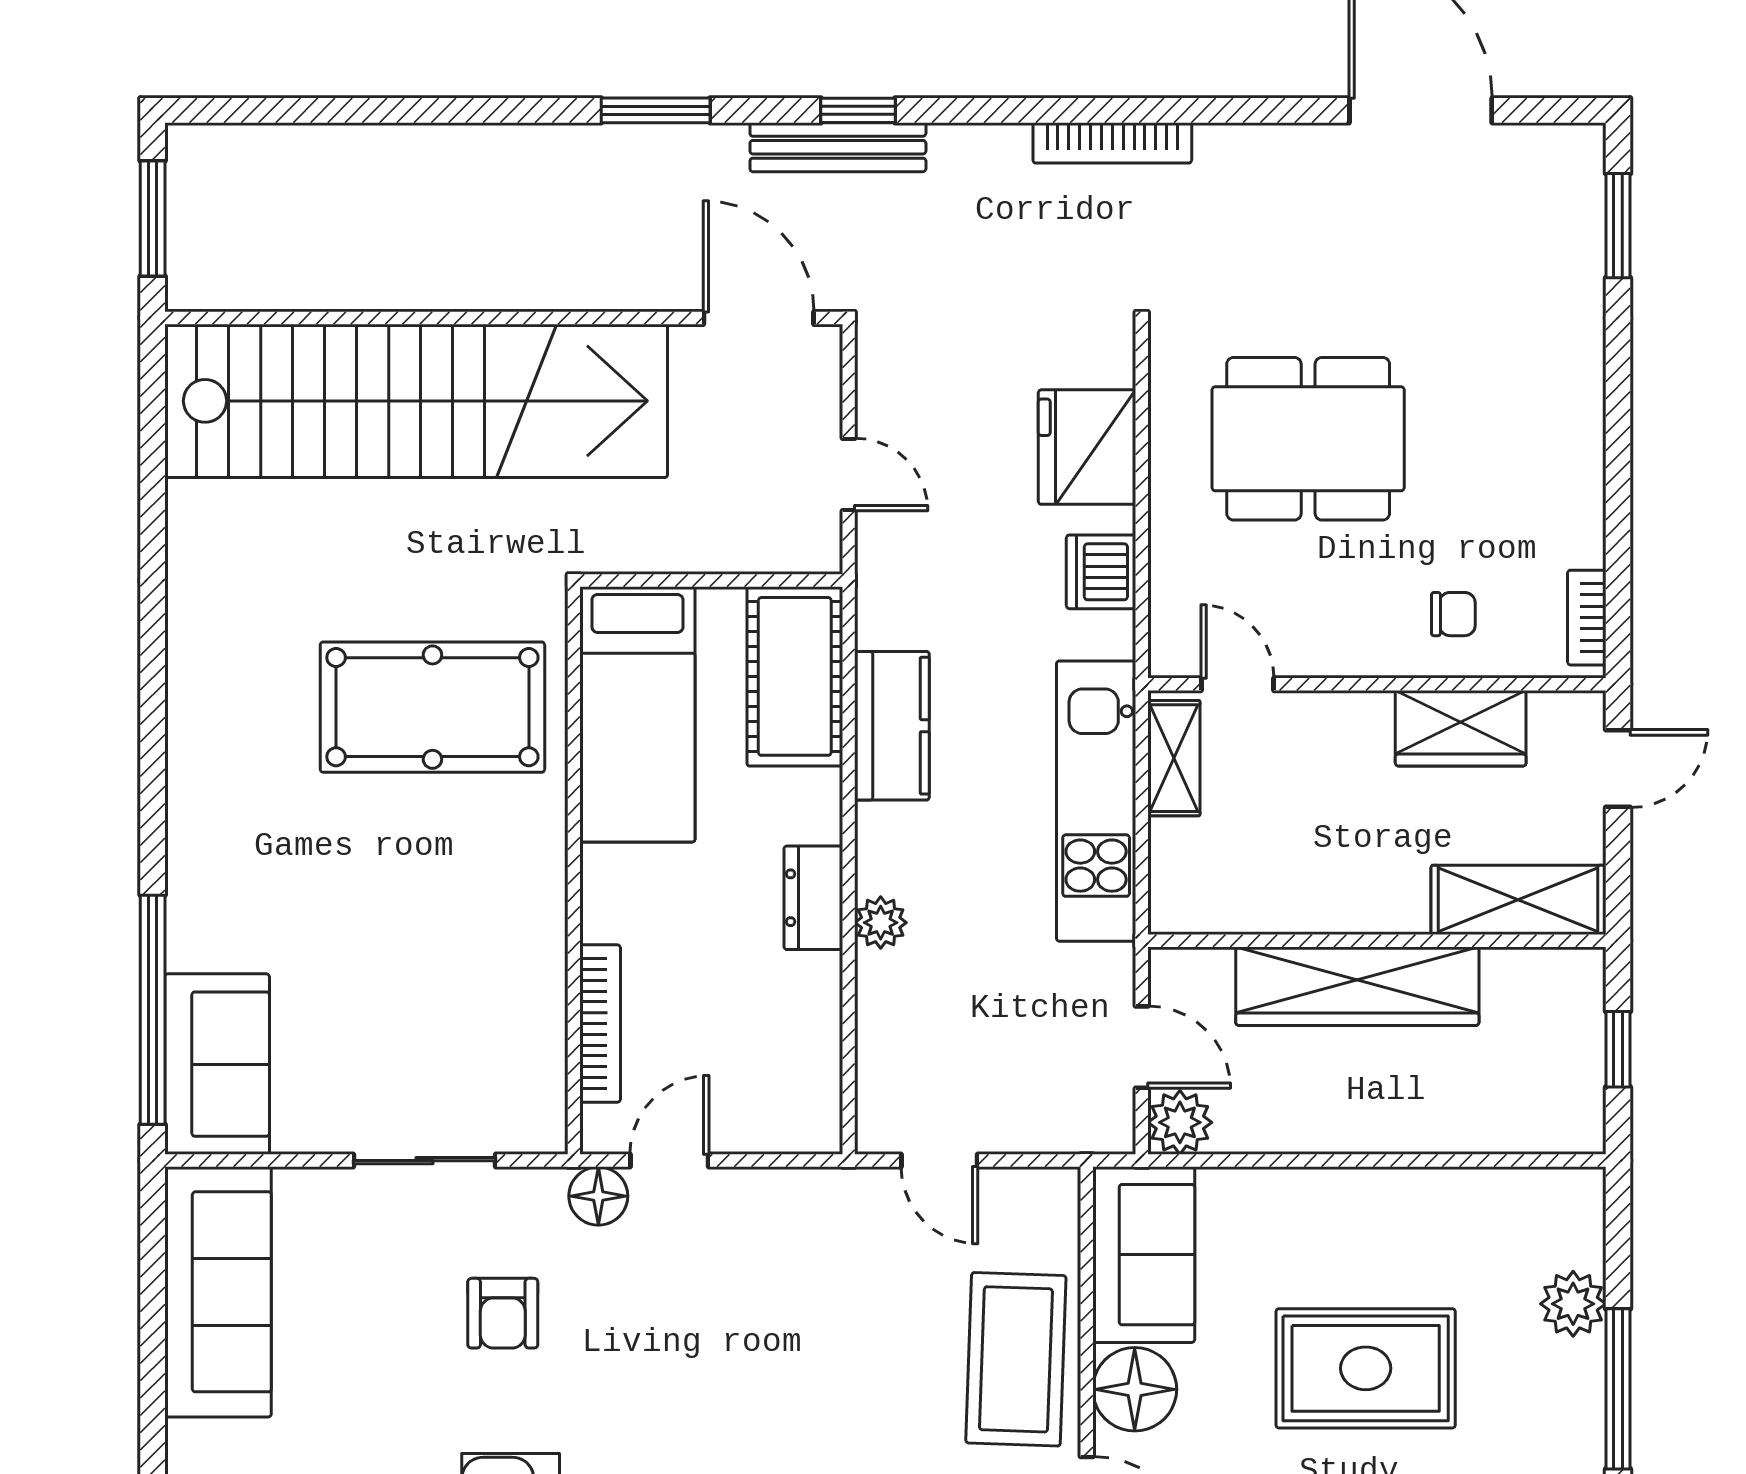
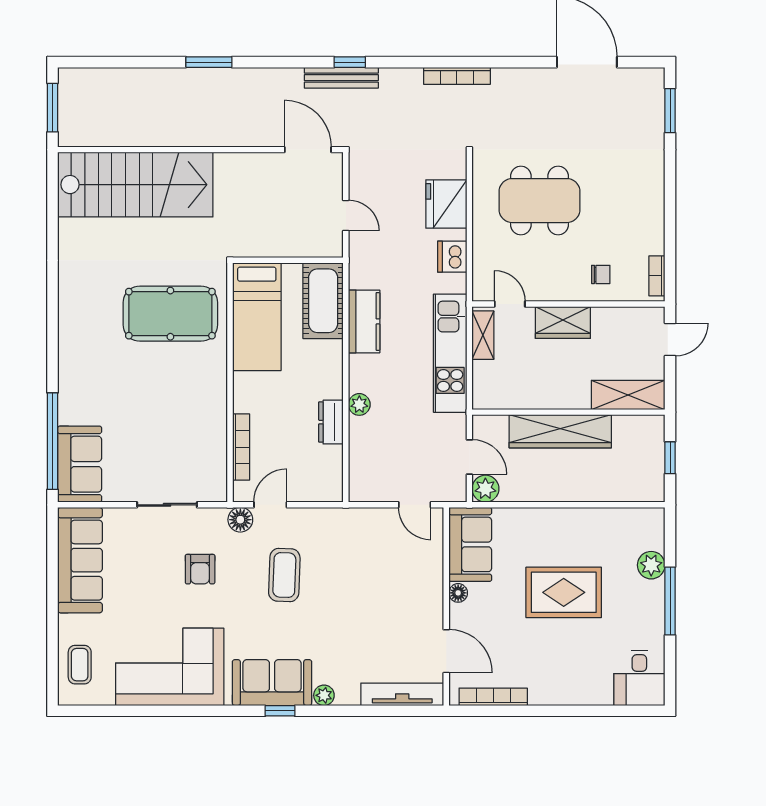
window: (656, 110) -> (209, 62), moved
stairs: (416, 401) -> (135, 185), width x0.73
wardrobe: (1461, 728) -> (563, 323), moved
dresser: (813, 898) -> (331, 422), moved
door: (939, 1161) -> (415, 505), moved
coffee table: (1016, 1359) -> (284, 575), moved, width x0.73, depth x0.76
floor lamp: (1135, 1389) -> (458, 593), width x0.53, depth x0.53

